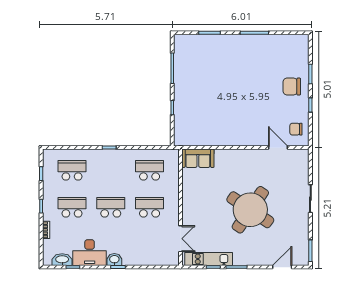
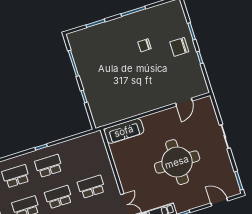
chair: (296, 129) -> (144, 45), moved
door: (278, 148) -> (184, 102), swing flipped
sofa: (198, 158) -> (124, 131), width x1.36
school desk: (150, 170) -> (49, 166), moved
round table: (250, 210) -> (177, 162), turned -34
door: (282, 267) -> (219, 202), hinge flipped

